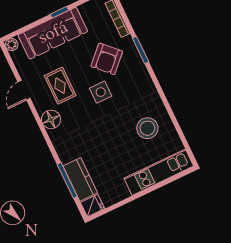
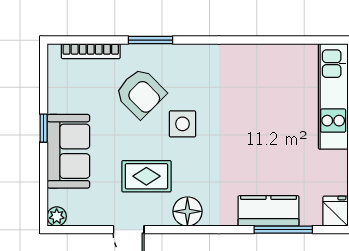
sofa: (53, 33) -> (68, 151), width x0.73
stool: (147, 128) -> (264, 83), removed
kitchen counter: (80, 179) -> (268, 211), moved

